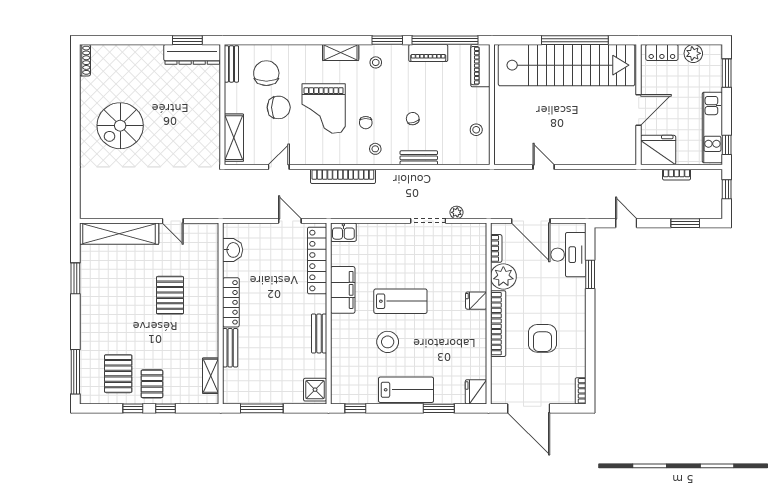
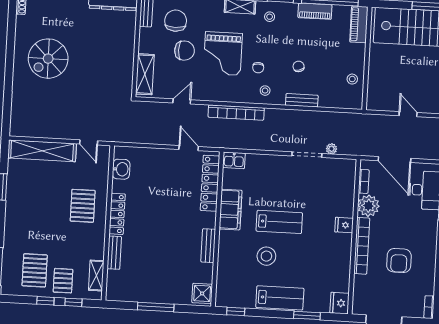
washbasin: (233, 250) -> (121, 169), moved
locker: (231, 302) -> (117, 214), moved
wall: (221, 314) -> (108, 223), moved
bench: (230, 348) -> (114, 253), moved
shelving: (211, 376) -> (96, 276), moved

